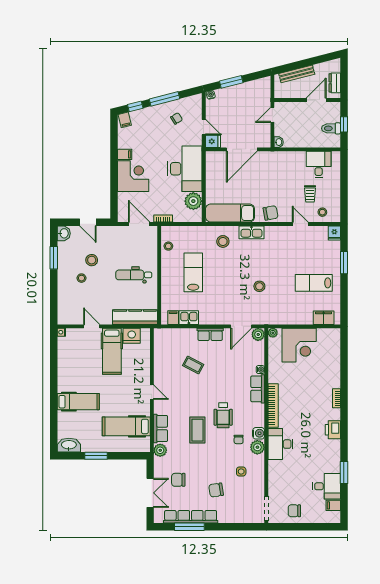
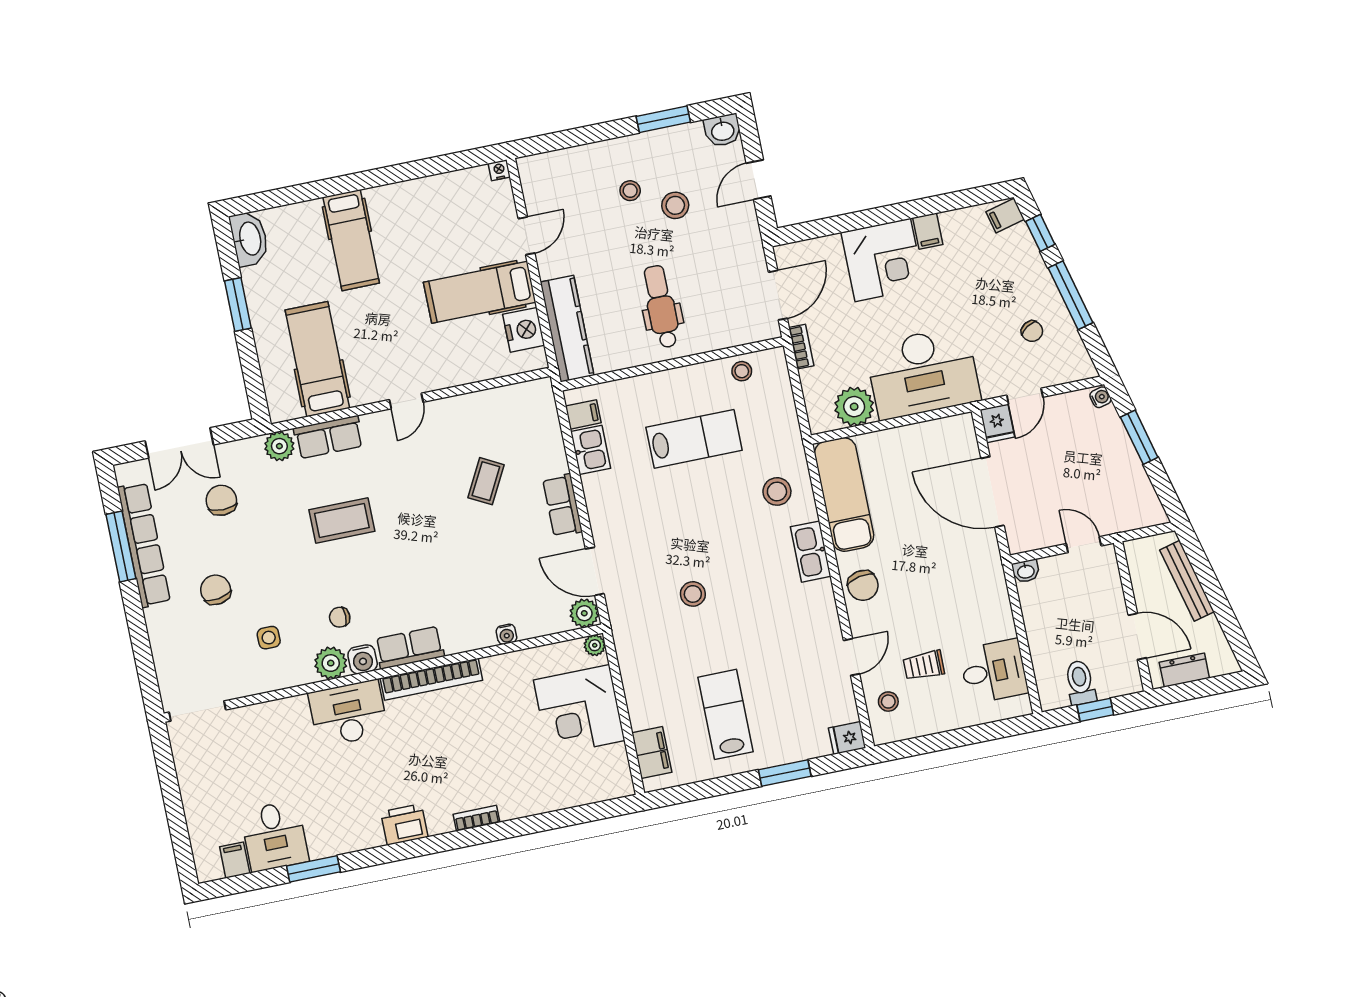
row of seats: (258, 389) -> (410, 648), moved
wheelchair: (223, 415) -> (387, 571), removed
chair: (294, 511) -> (205, 775), removed

